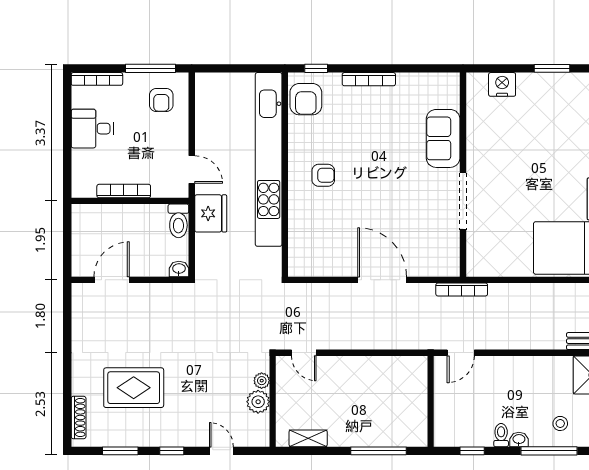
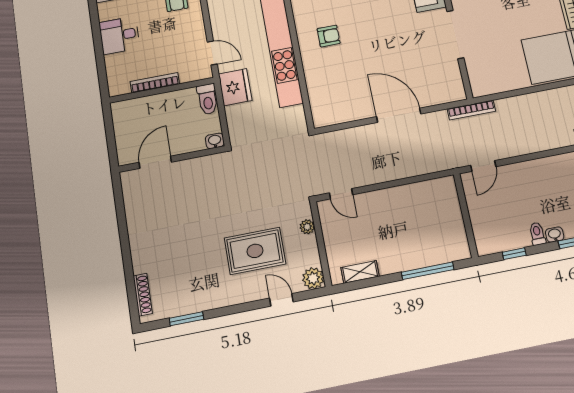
rug: (134, 388) -> (255, 251), moved
plant: (258, 402) -> (313, 278), moved
window: (172, 451) -> (235, 309), removed

